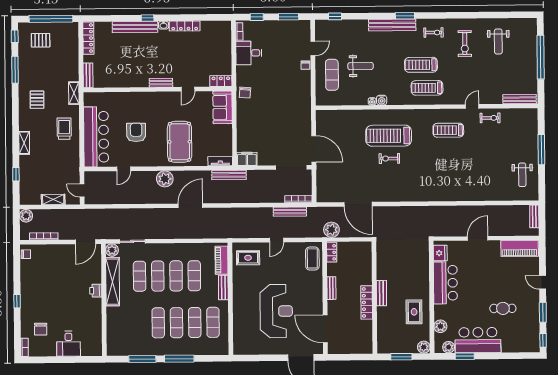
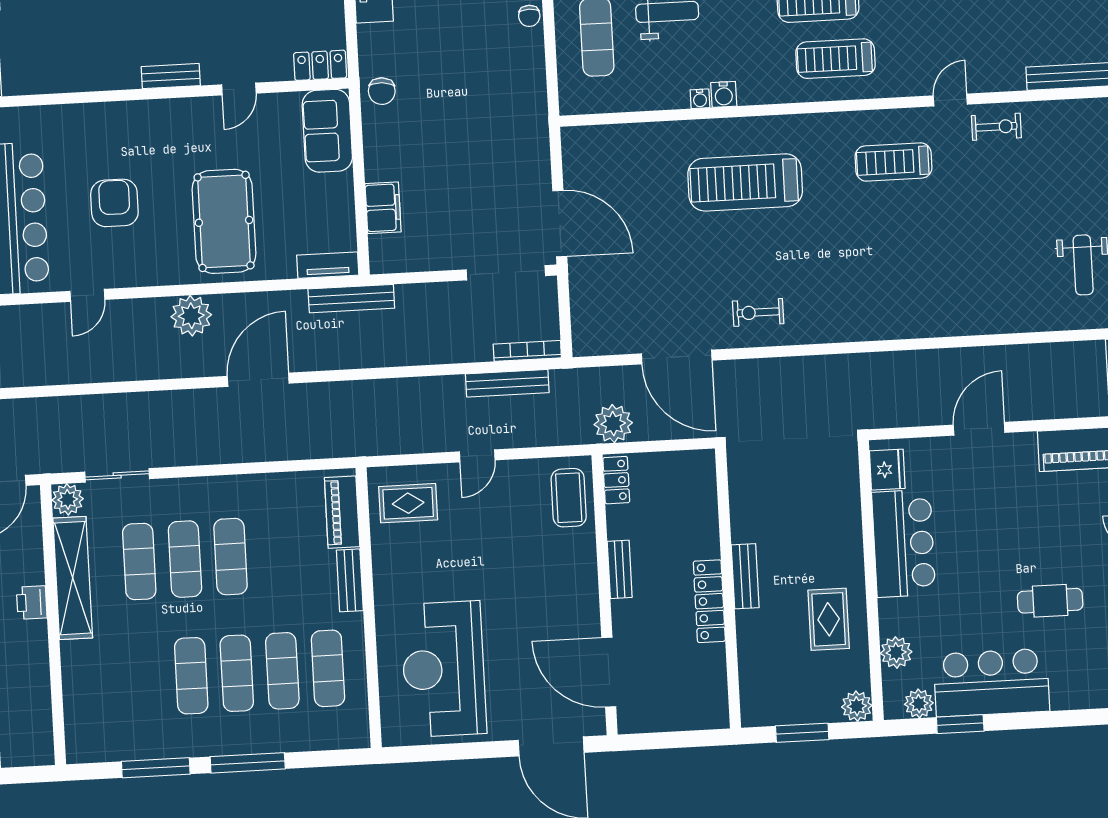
filing cabinet: (247, 159) -> (383, 208), moved, turned 90
exercise bike: (389, 159) -> (758, 312), moved
exercise mat: (194, 276) -> (276, 554), removed
reception desk: (276, 311) -> (443, 669), moved, turned 180

